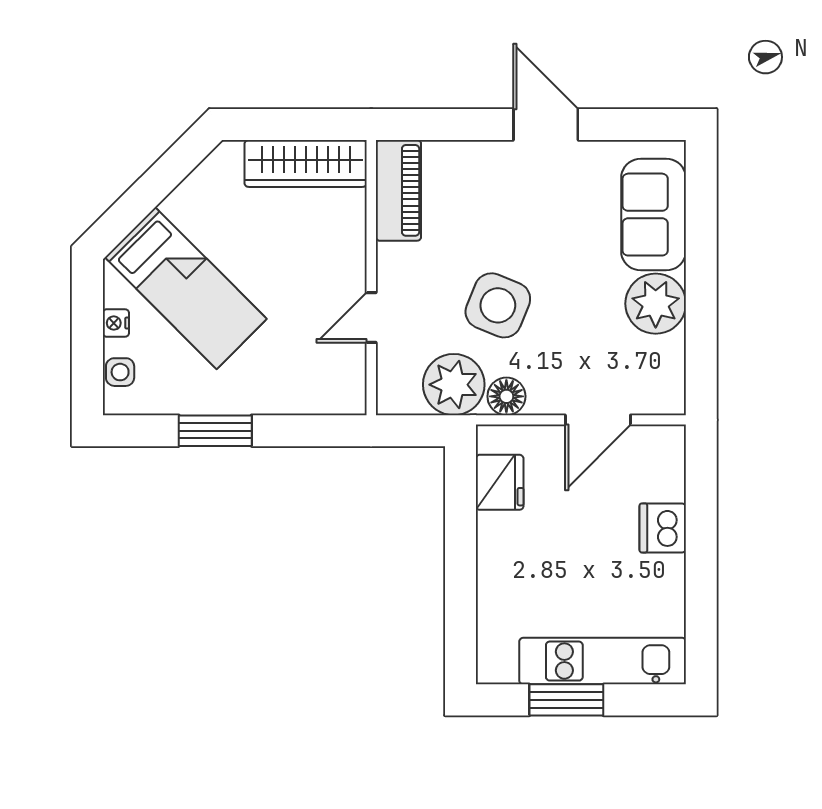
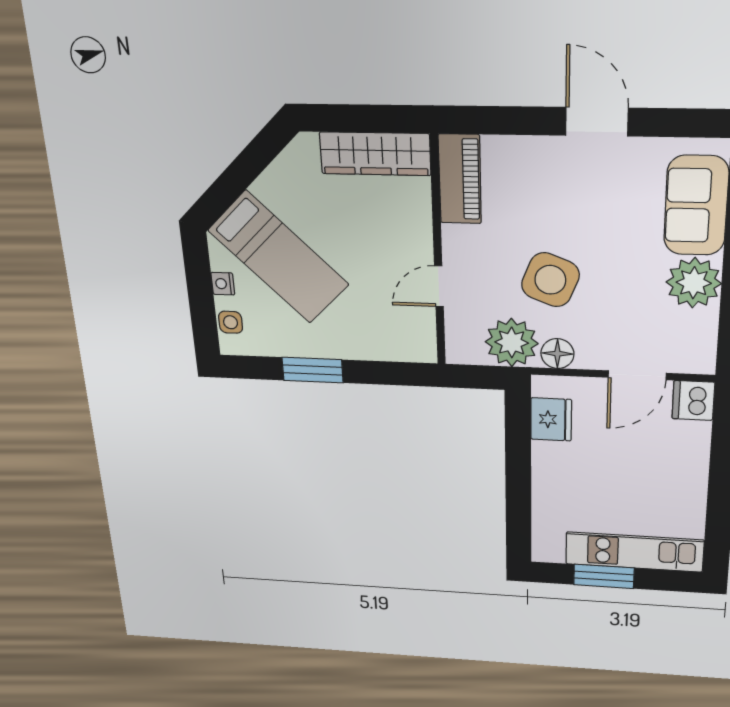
dishwasher: (663, 528) -> (693, 400), moved

